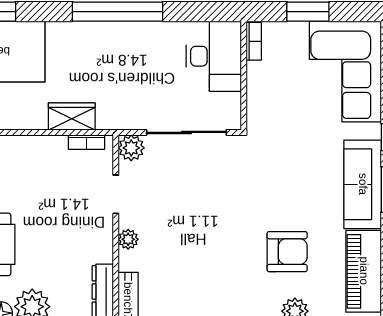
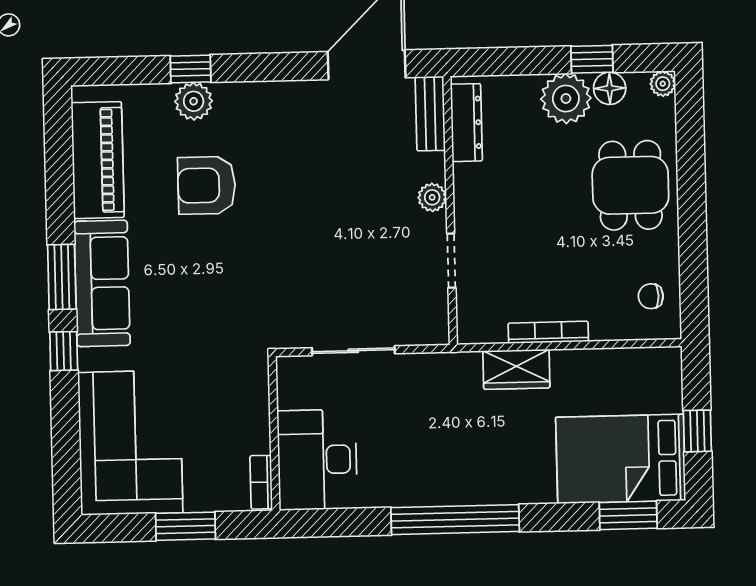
sliding door: (186, 132) -> (353, 351), width x0.73
bookcase: (87, 142) -> (548, 332), moved, width x1.56
plant: (131, 148) -> (431, 327), removed

